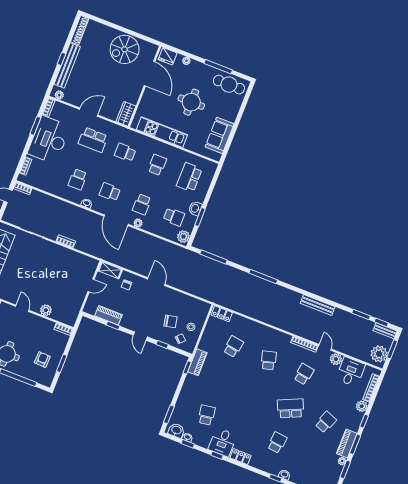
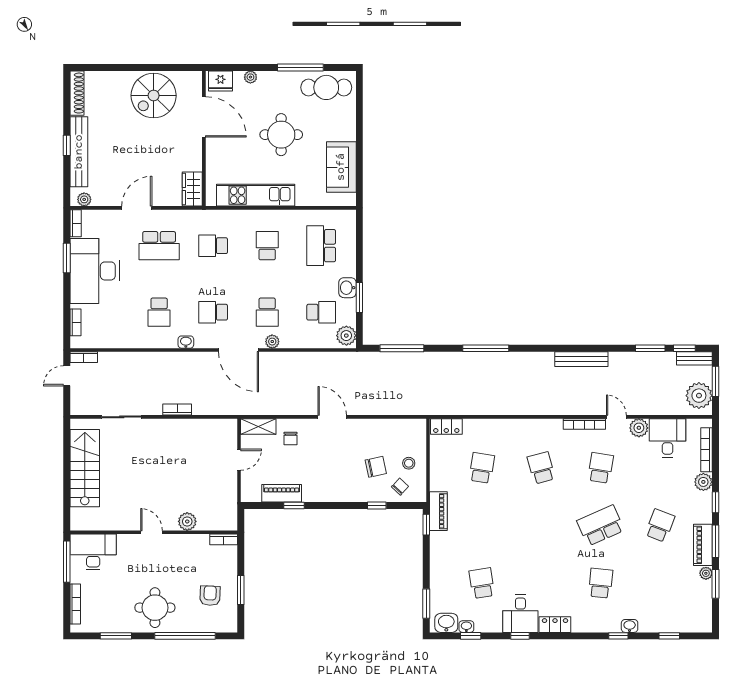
door: (140, 336) -> (340, 505), removed

